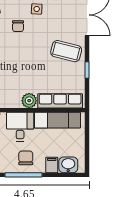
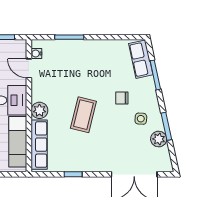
coffee table: (66, 51) -> (83, 115), moved

